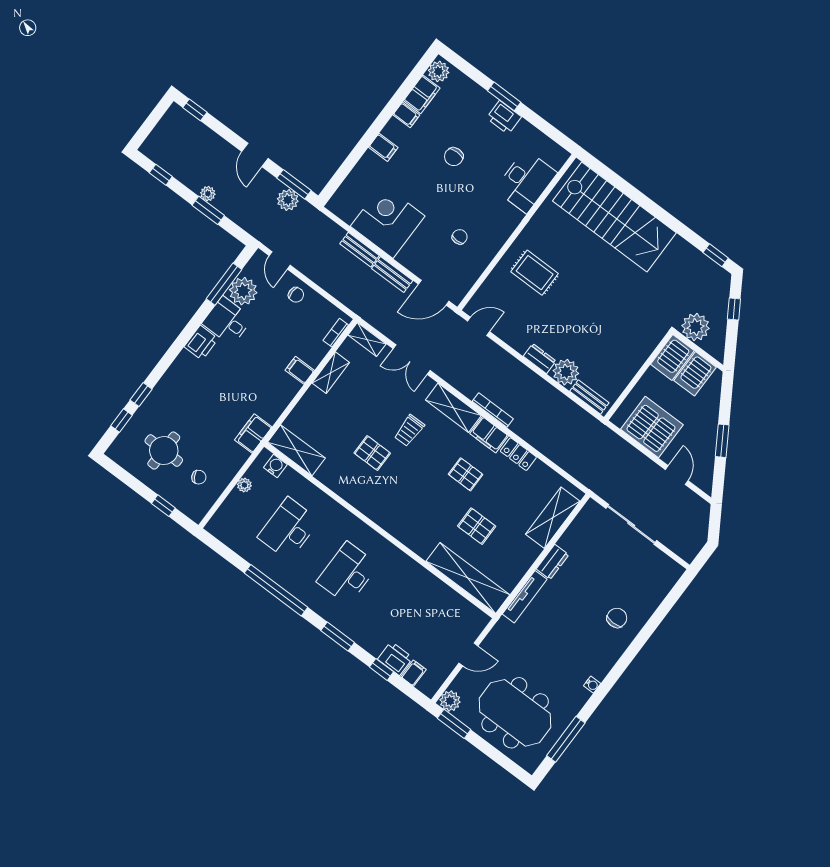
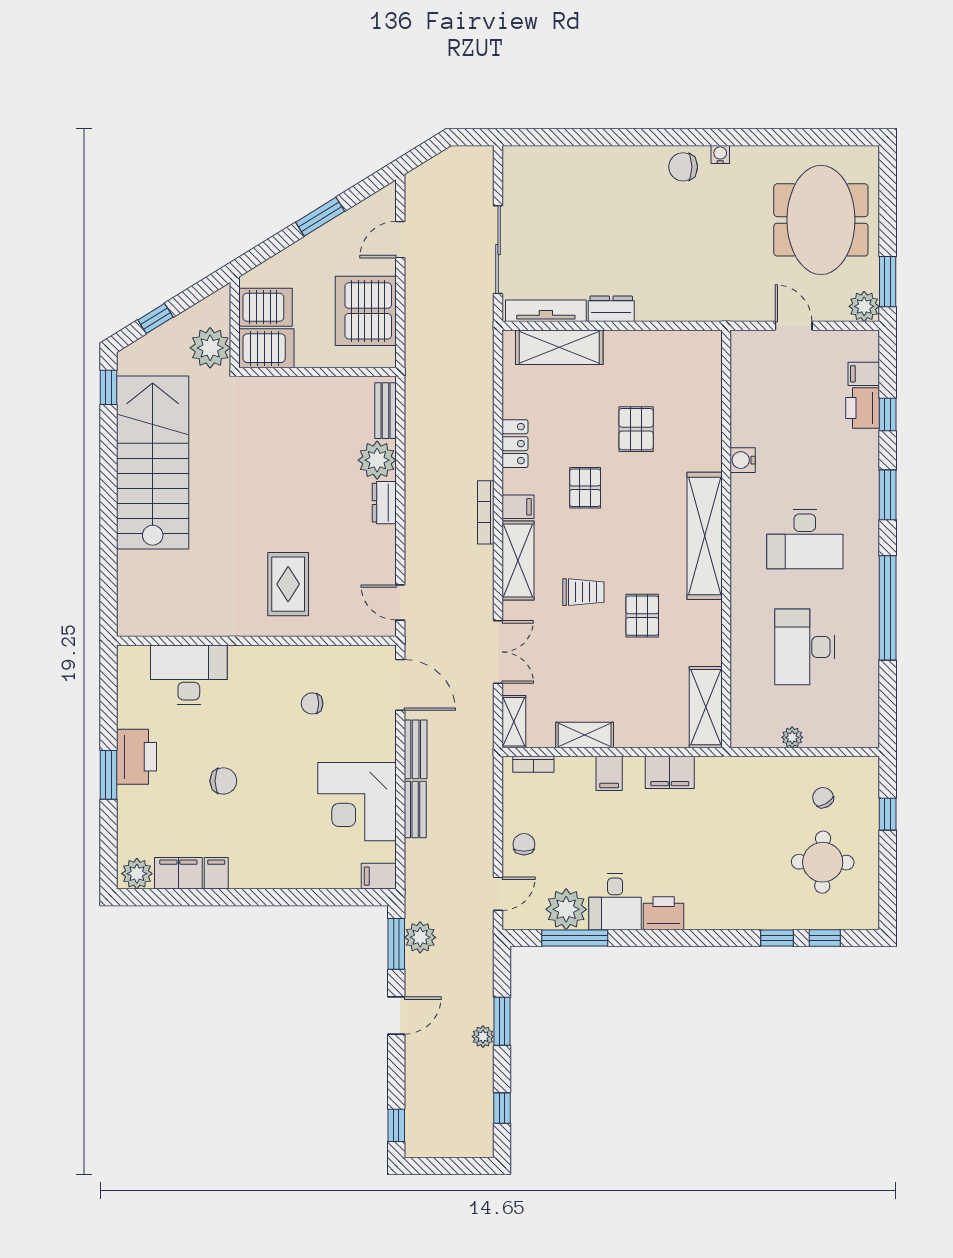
printer: (504, 117) -> (136, 757), width x1.37, depth x1.19
filing cabinet: (383, 147) -> (379, 876), moved, turned -90
stairs: (614, 217) -> (153, 462), moved
filing cabinet: (253, 433) -> (670, 772), moved
filing cabinet: (489, 435) -> (518, 507), width x0.50
water cooler: (275, 466) -> (743, 460), moved
desk: (289, 529) -> (805, 647), turned 90
shelving: (468, 578) -> (705, 536), moved
tv unit: (525, 597) -> (546, 311), moved
chair: (617, 618) -> (683, 167), moved
window: (566, 739) -> (807, 137), removed

